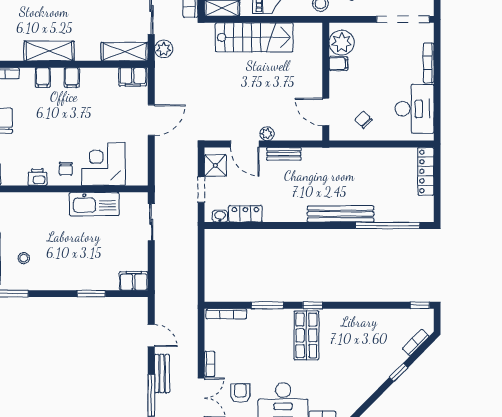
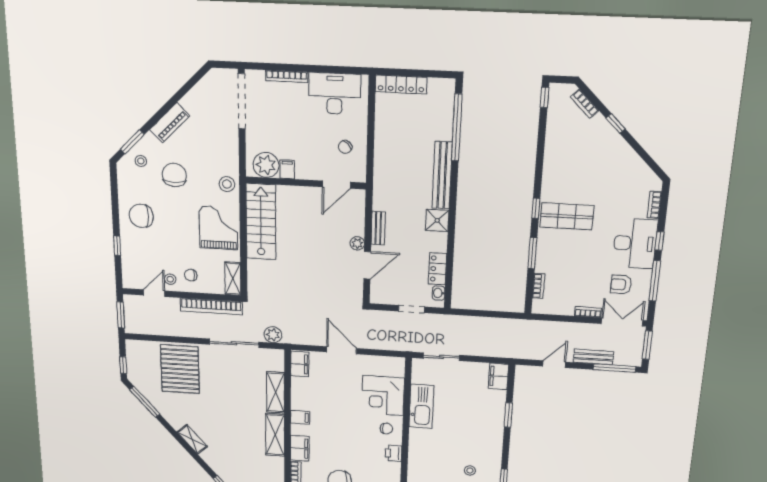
stairs: (254, 37) -> (261, 222), moved
shelving: (125, 52) -> (276, 392), moved
filing cabinet: (43, 77) -> (300, 448), width x2.00
shower: (215, 165) -> (437, 220), moved
bookcase: (226, 314) -> (539, 286), width x0.64

